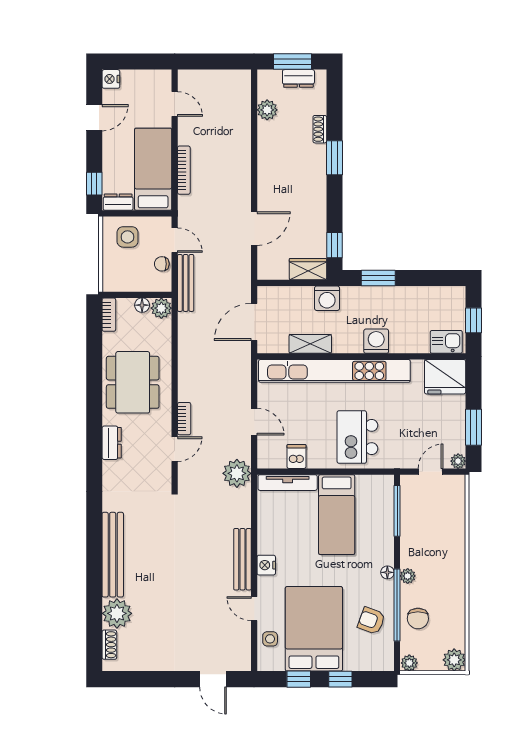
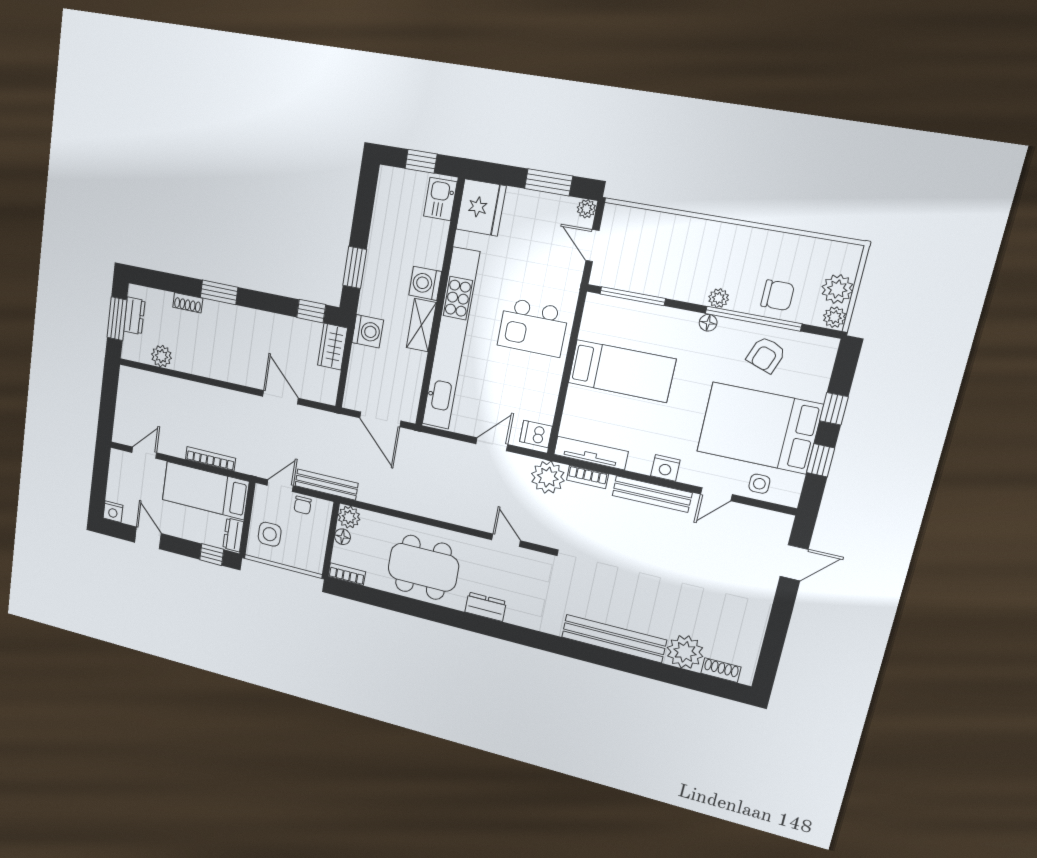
shelving: (310, 344) -> (421, 325), moved
bookcase: (184, 419) -> (587, 477), moved, turned 180
dishwasher: (296, 456) -> (536, 434), moved
tv unit: (288, 483) -> (591, 453), moved, turned -90
plant: (454, 660) -> (837, 289), moved

